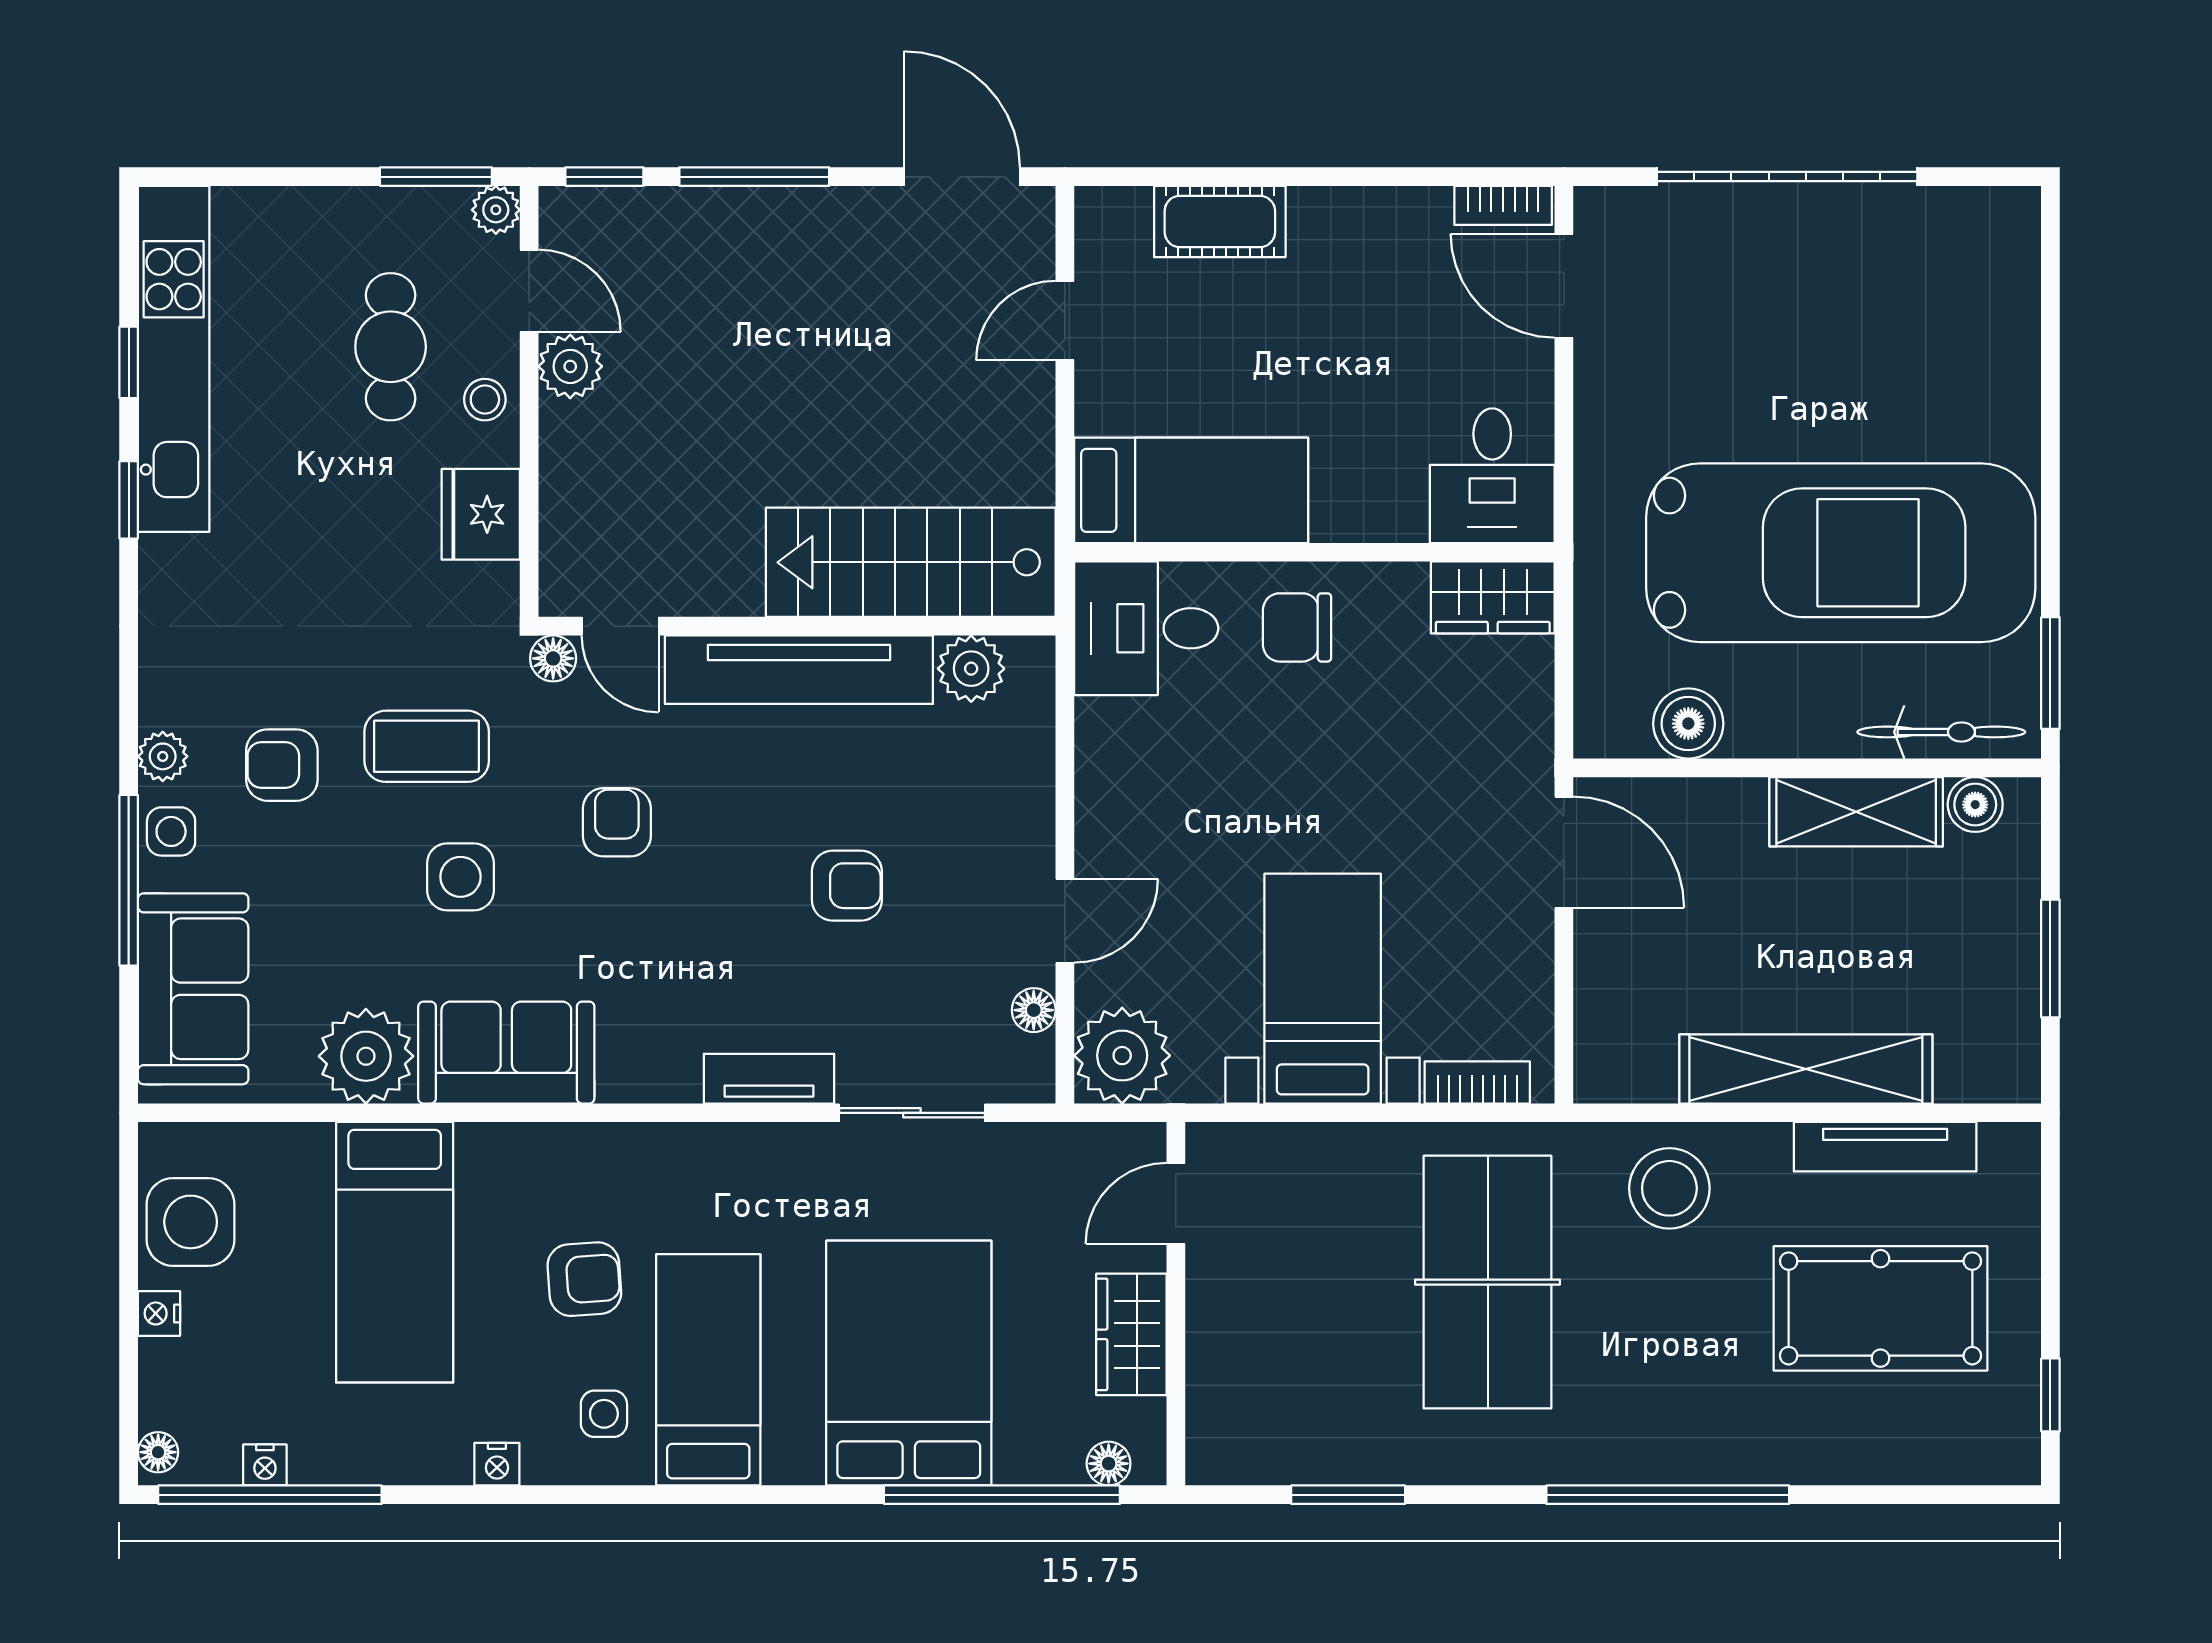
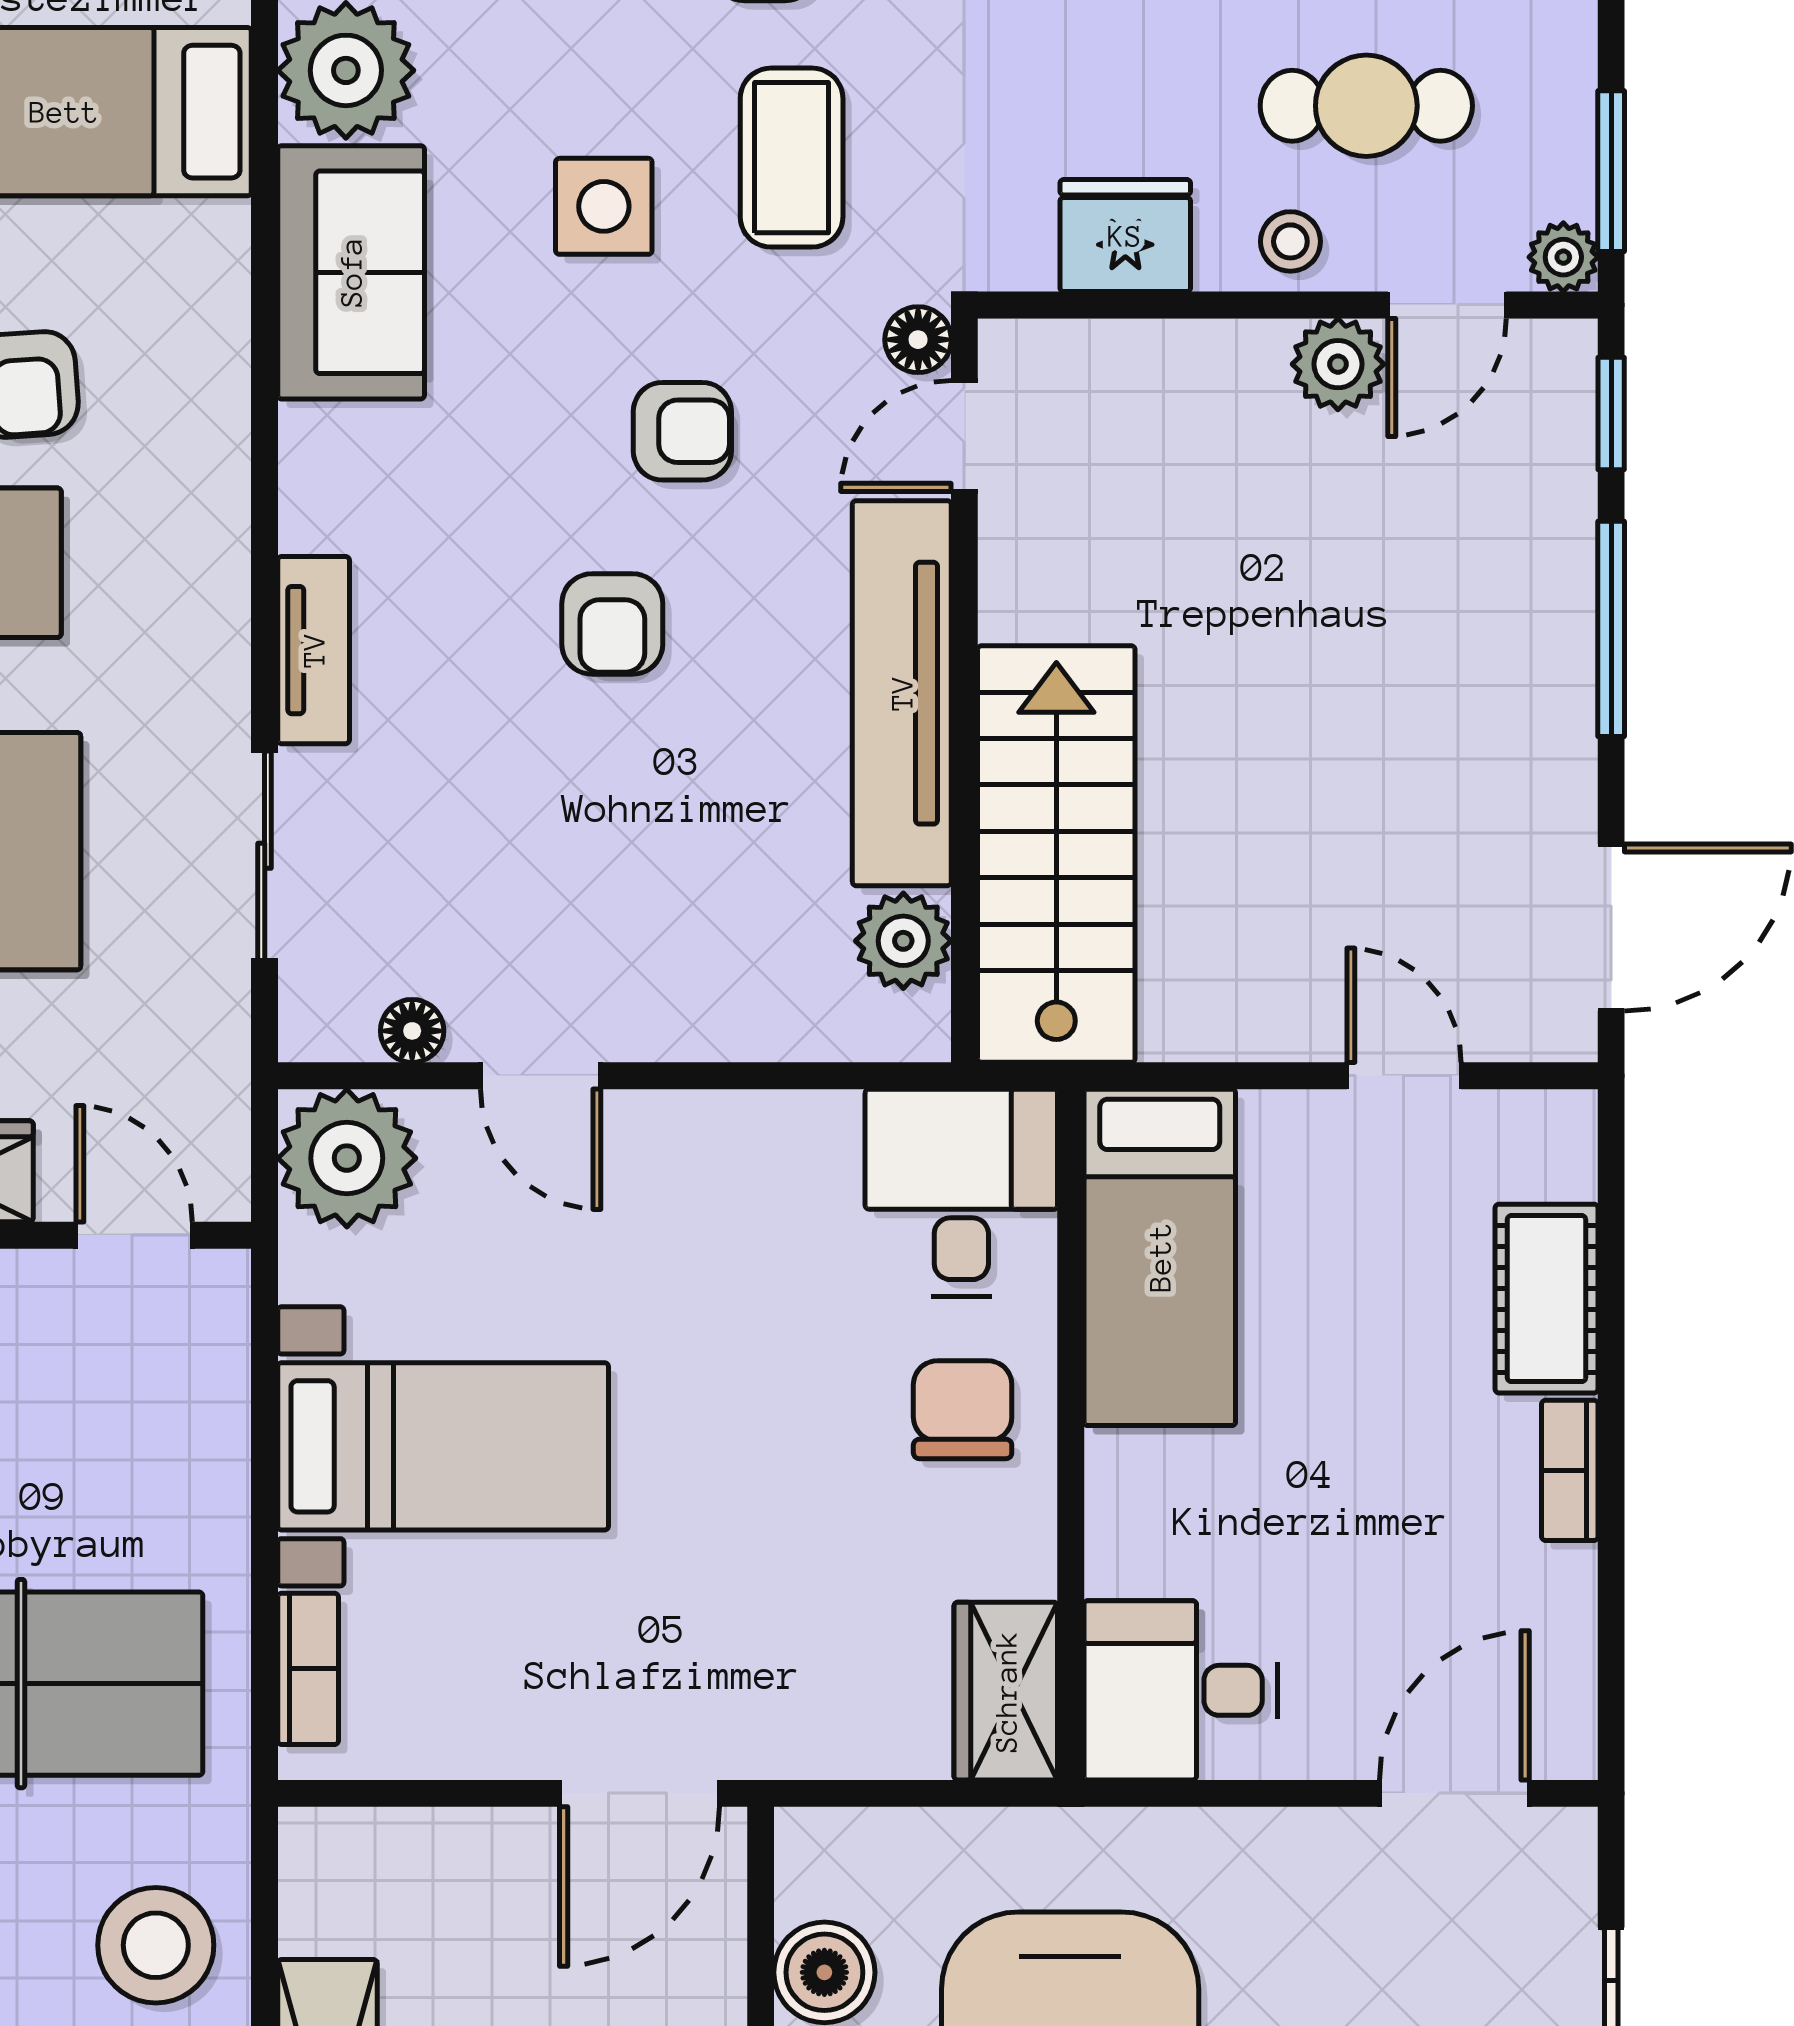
bookcase: (1503, 205) -> (1570, 1470), moved
armchair: (847, 886) -> (612, 624), moved

